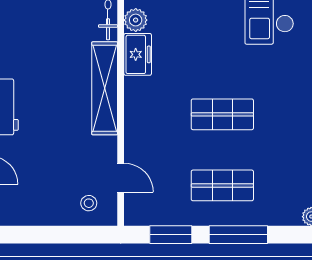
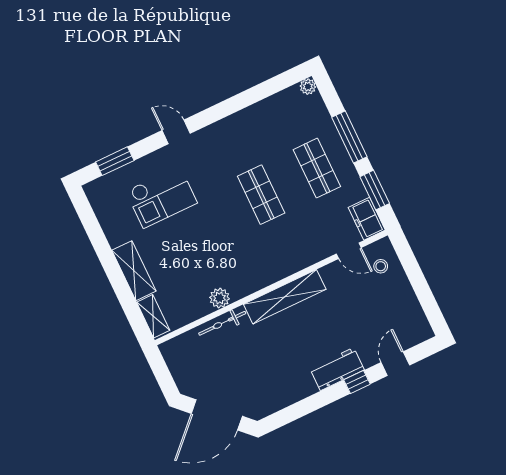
freezer: (138, 54) -> (367, 219), moved, turned -90
door: (121, 178) -> (349, 251), swing flipped

